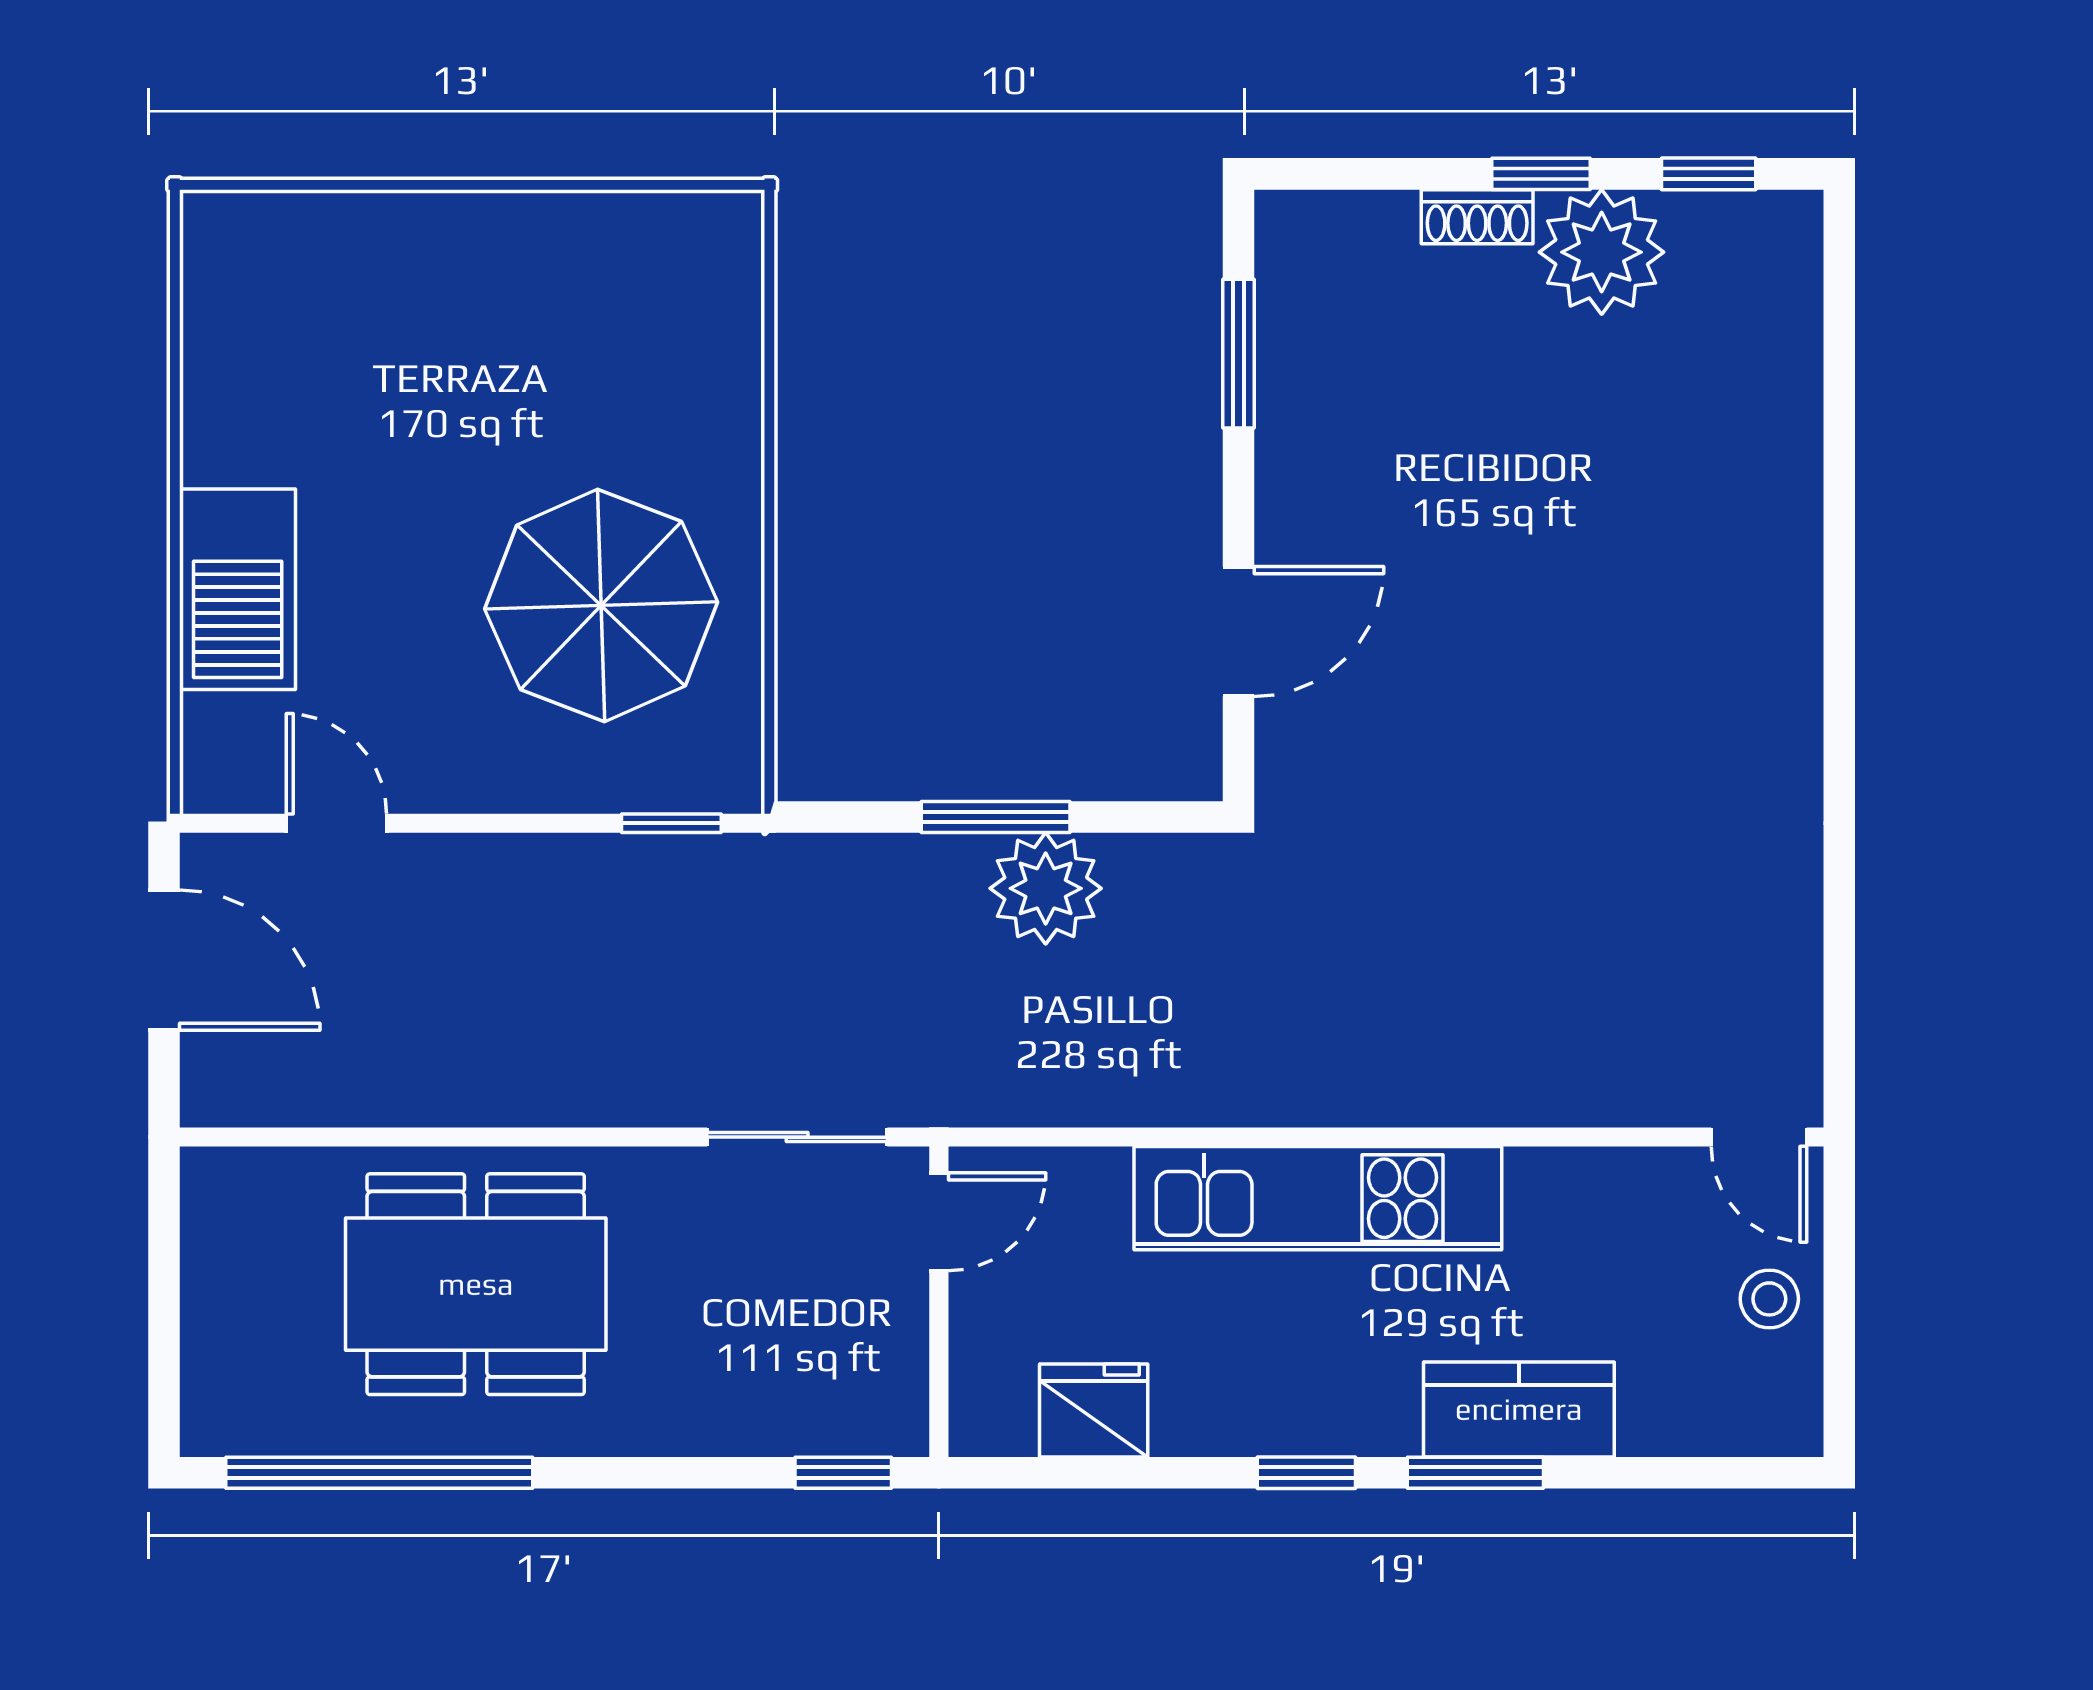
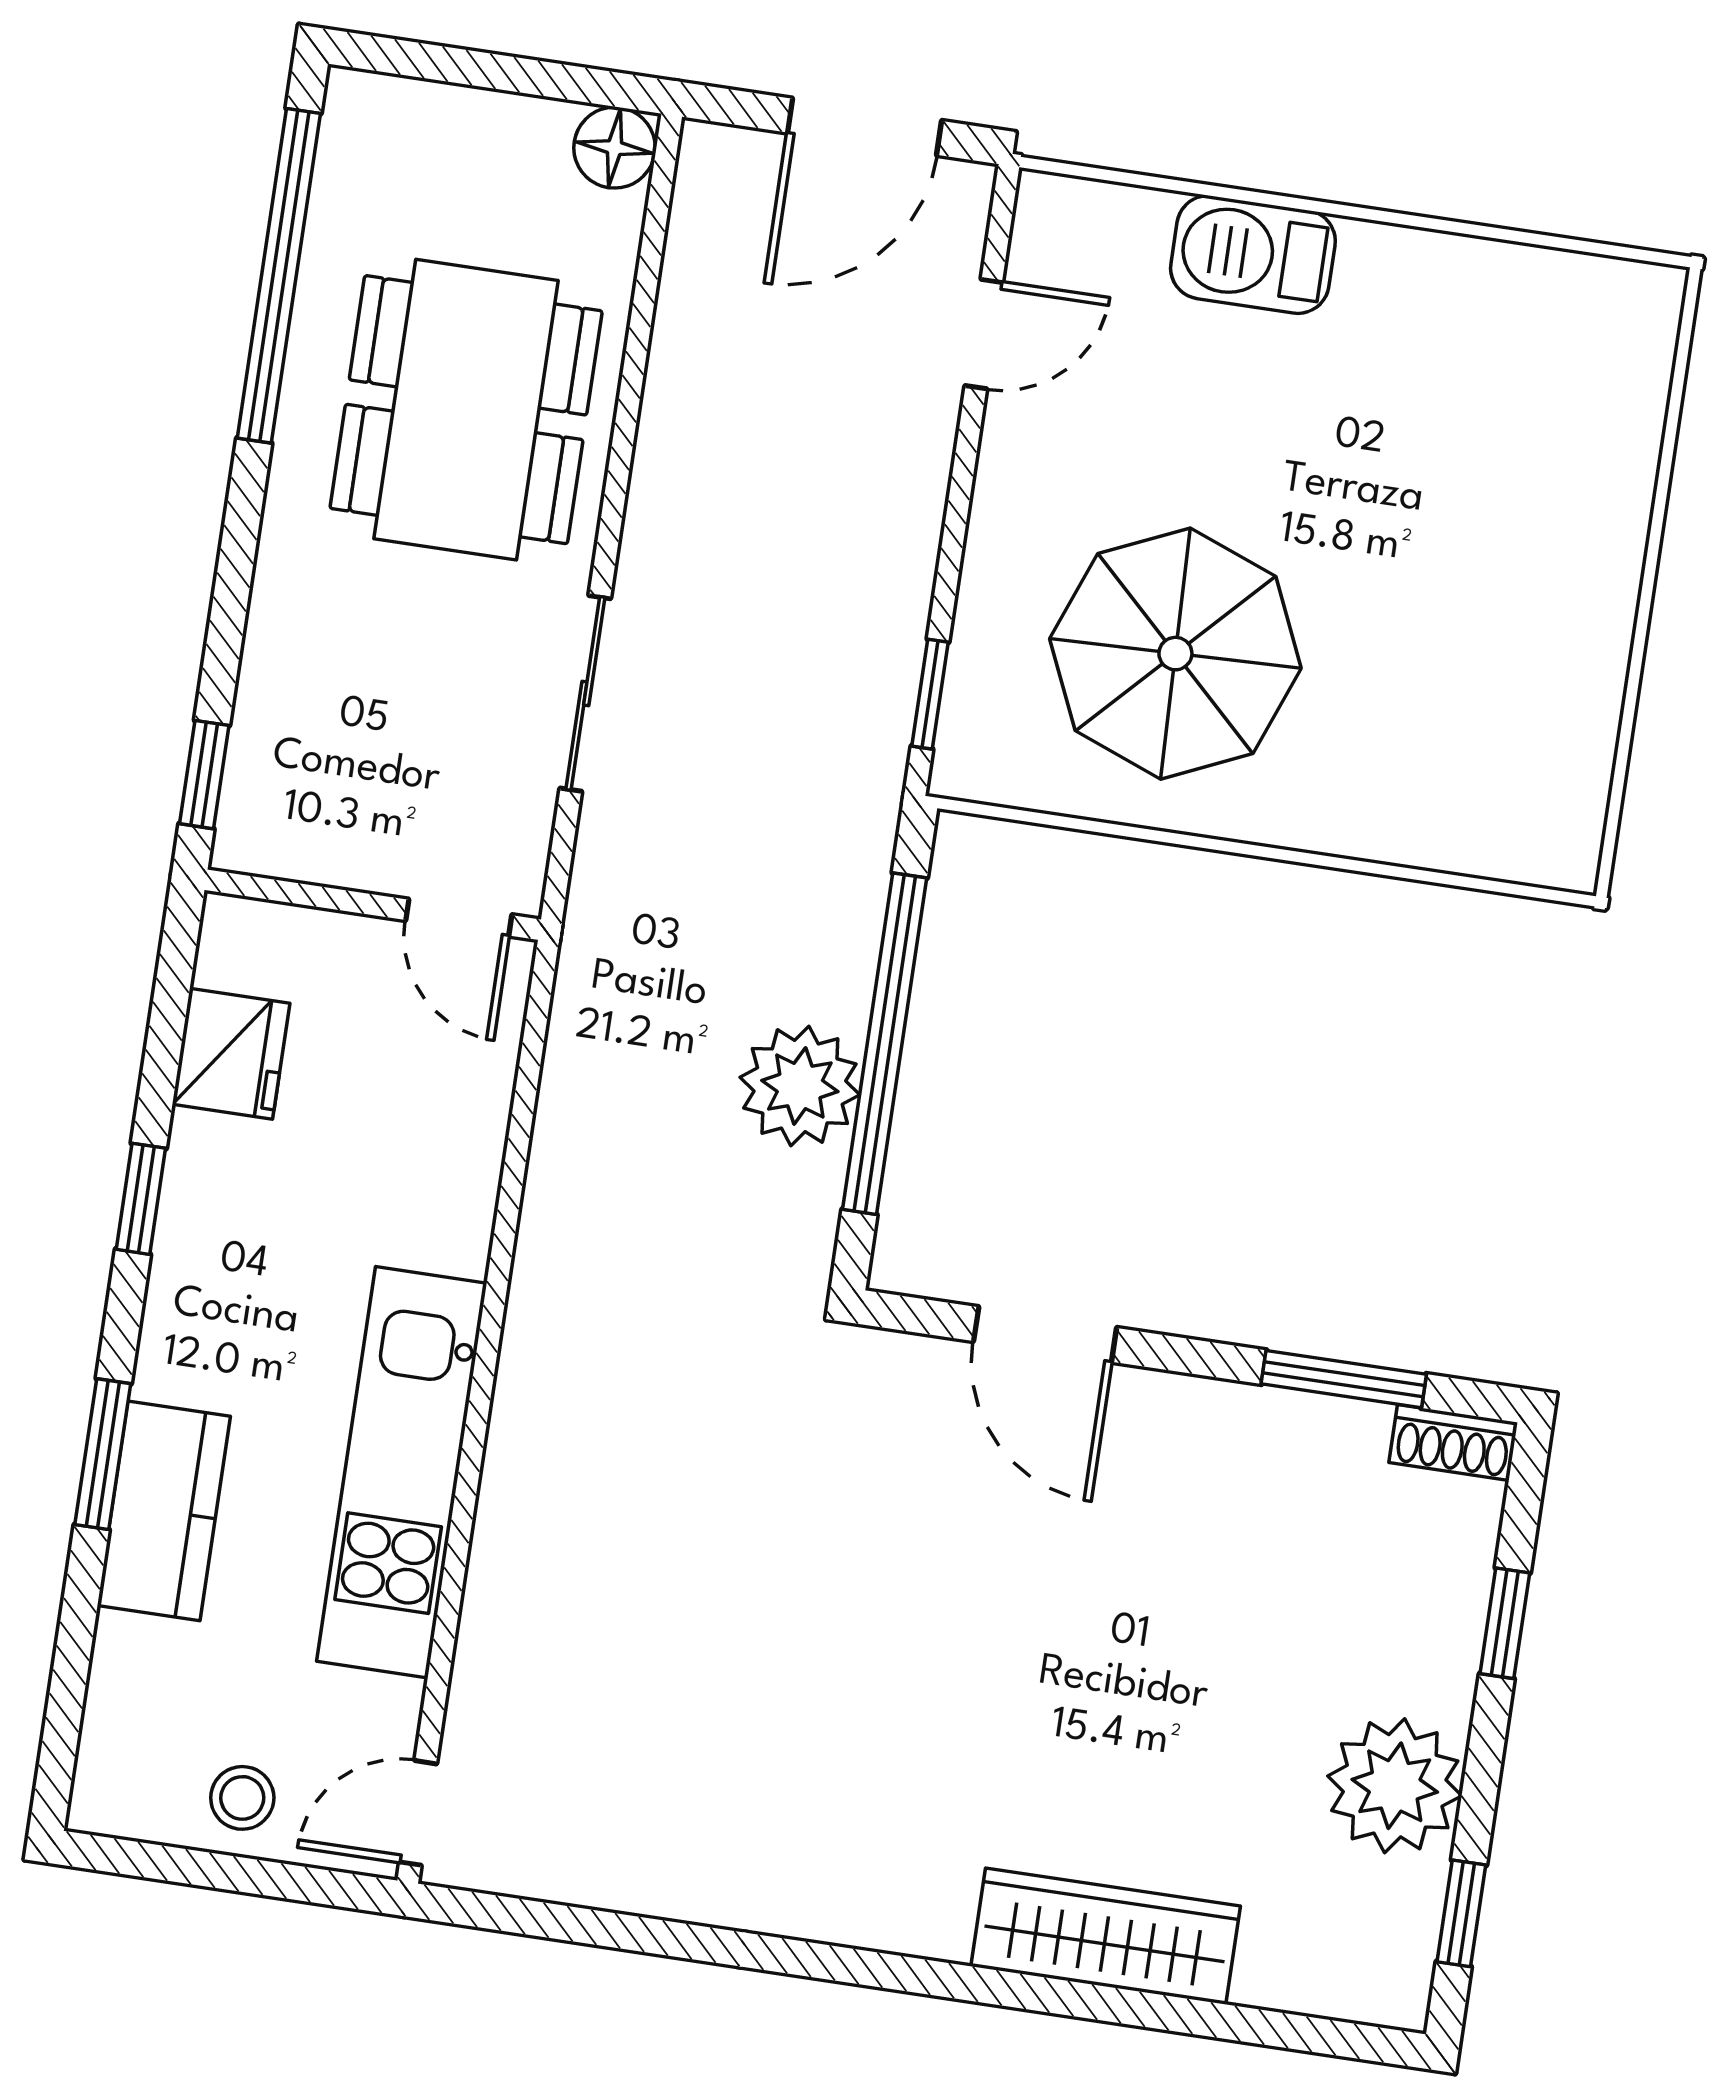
window: (1541, 174) -> (1505, 1623), moved
shoe rack: (1477, 217) -> (1453, 1442), moved, turned -90
wardrobe: (1778, 495) -> (1106, 1936), added
barbecue: (238, 589) -> (1253, 255), width x0.73, depth x0.83
window: (996, 817) -> (885, 1044), width x2.11
sliding door: (797, 1137) -> (585, 693), moved
floor lamp: (217, 1185) -> (615, 148), added
kitchen unit: (1318, 1198) -> (402, 1472), moved
window: (1306, 1473) -> (141, 1199), moved

